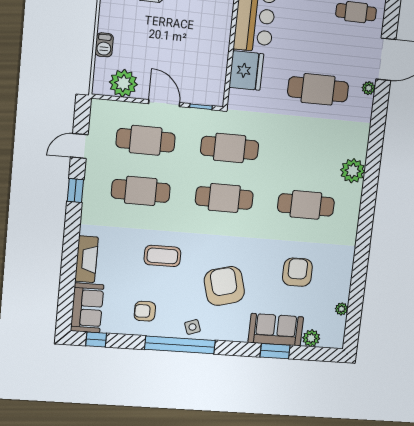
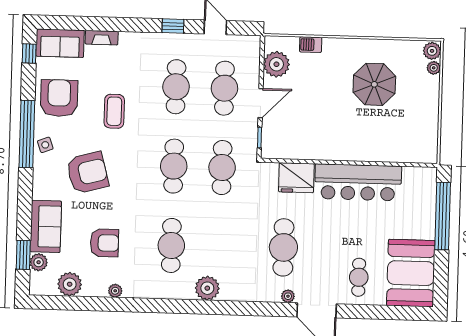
fireplace: (87, 259) -> (102, 38), width x0.73, depth x0.76
plant: (347, 264) -> (115, 291), added
plant: (341, 309) -> (70, 284), width x1.88, depth x1.88
armchair: (145, 311) -> (59, 98), width x1.88, depth x1.88
window: (275, 351) -> (23, 255), moved

